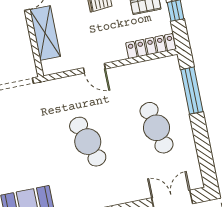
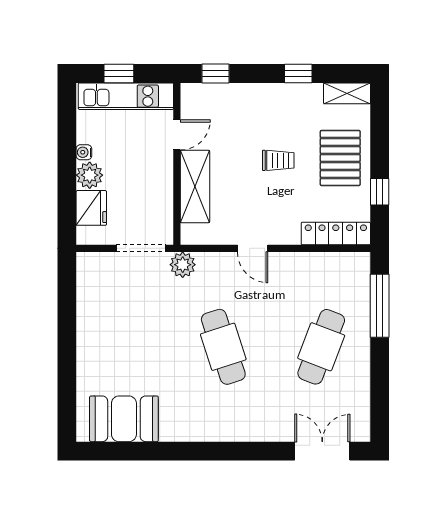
plant: (48, 90) -> (183, 265), added
cafe table: (157, 128) -> (321, 347), turned 33

